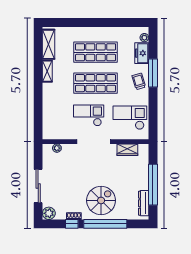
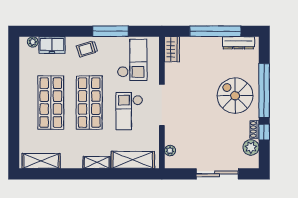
shelving: (47, 71) -> (97, 162), moved
window: (153, 73) -> (111, 31), moved
shelving: (49, 118) -> (133, 160), added
checkout: (130, 118) -> (132, 60), turned 180
wardrobe: (127, 150) -> (172, 49), moved
plant: (49, 213) -> (251, 147), moved

